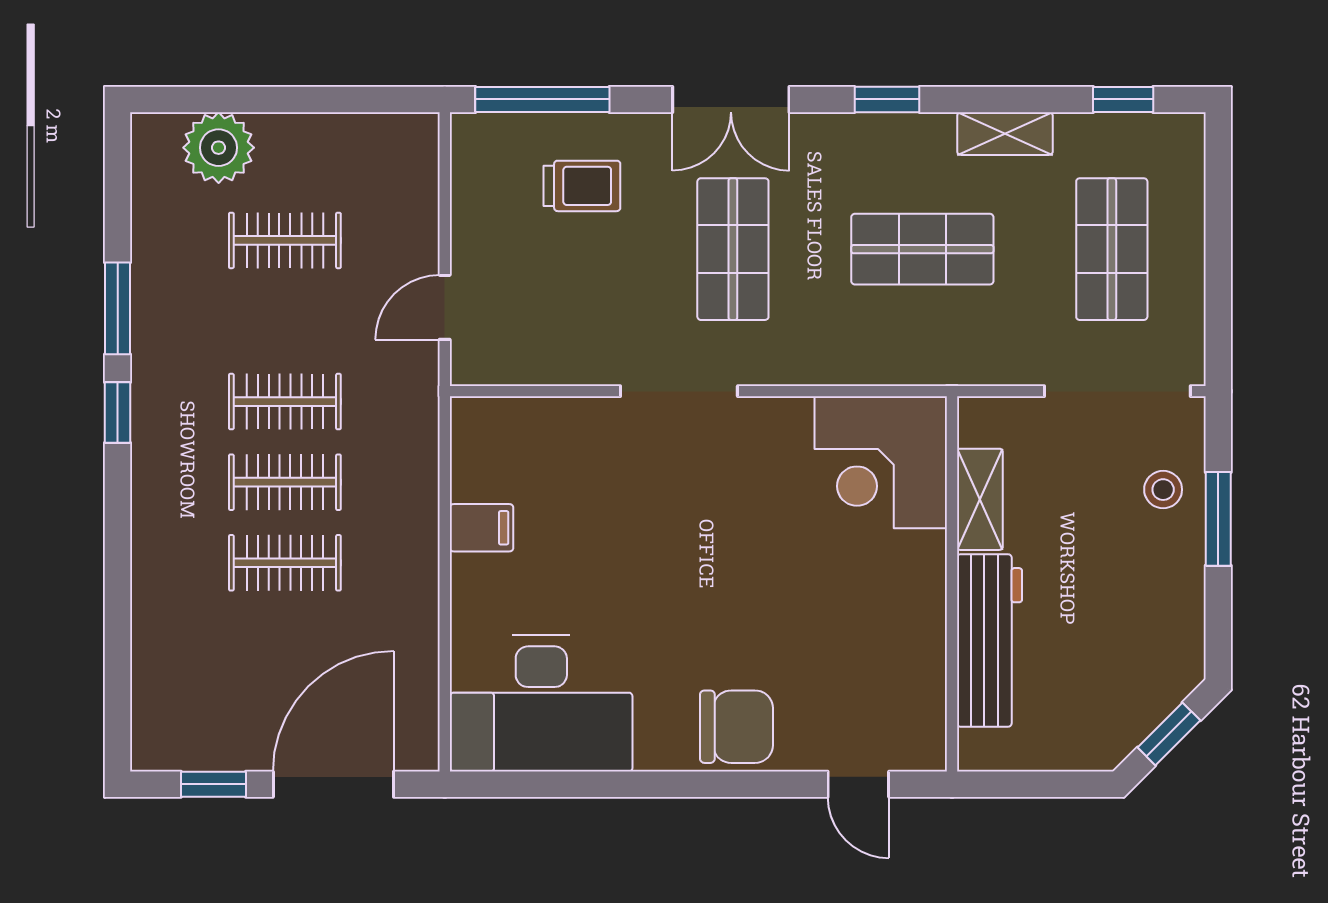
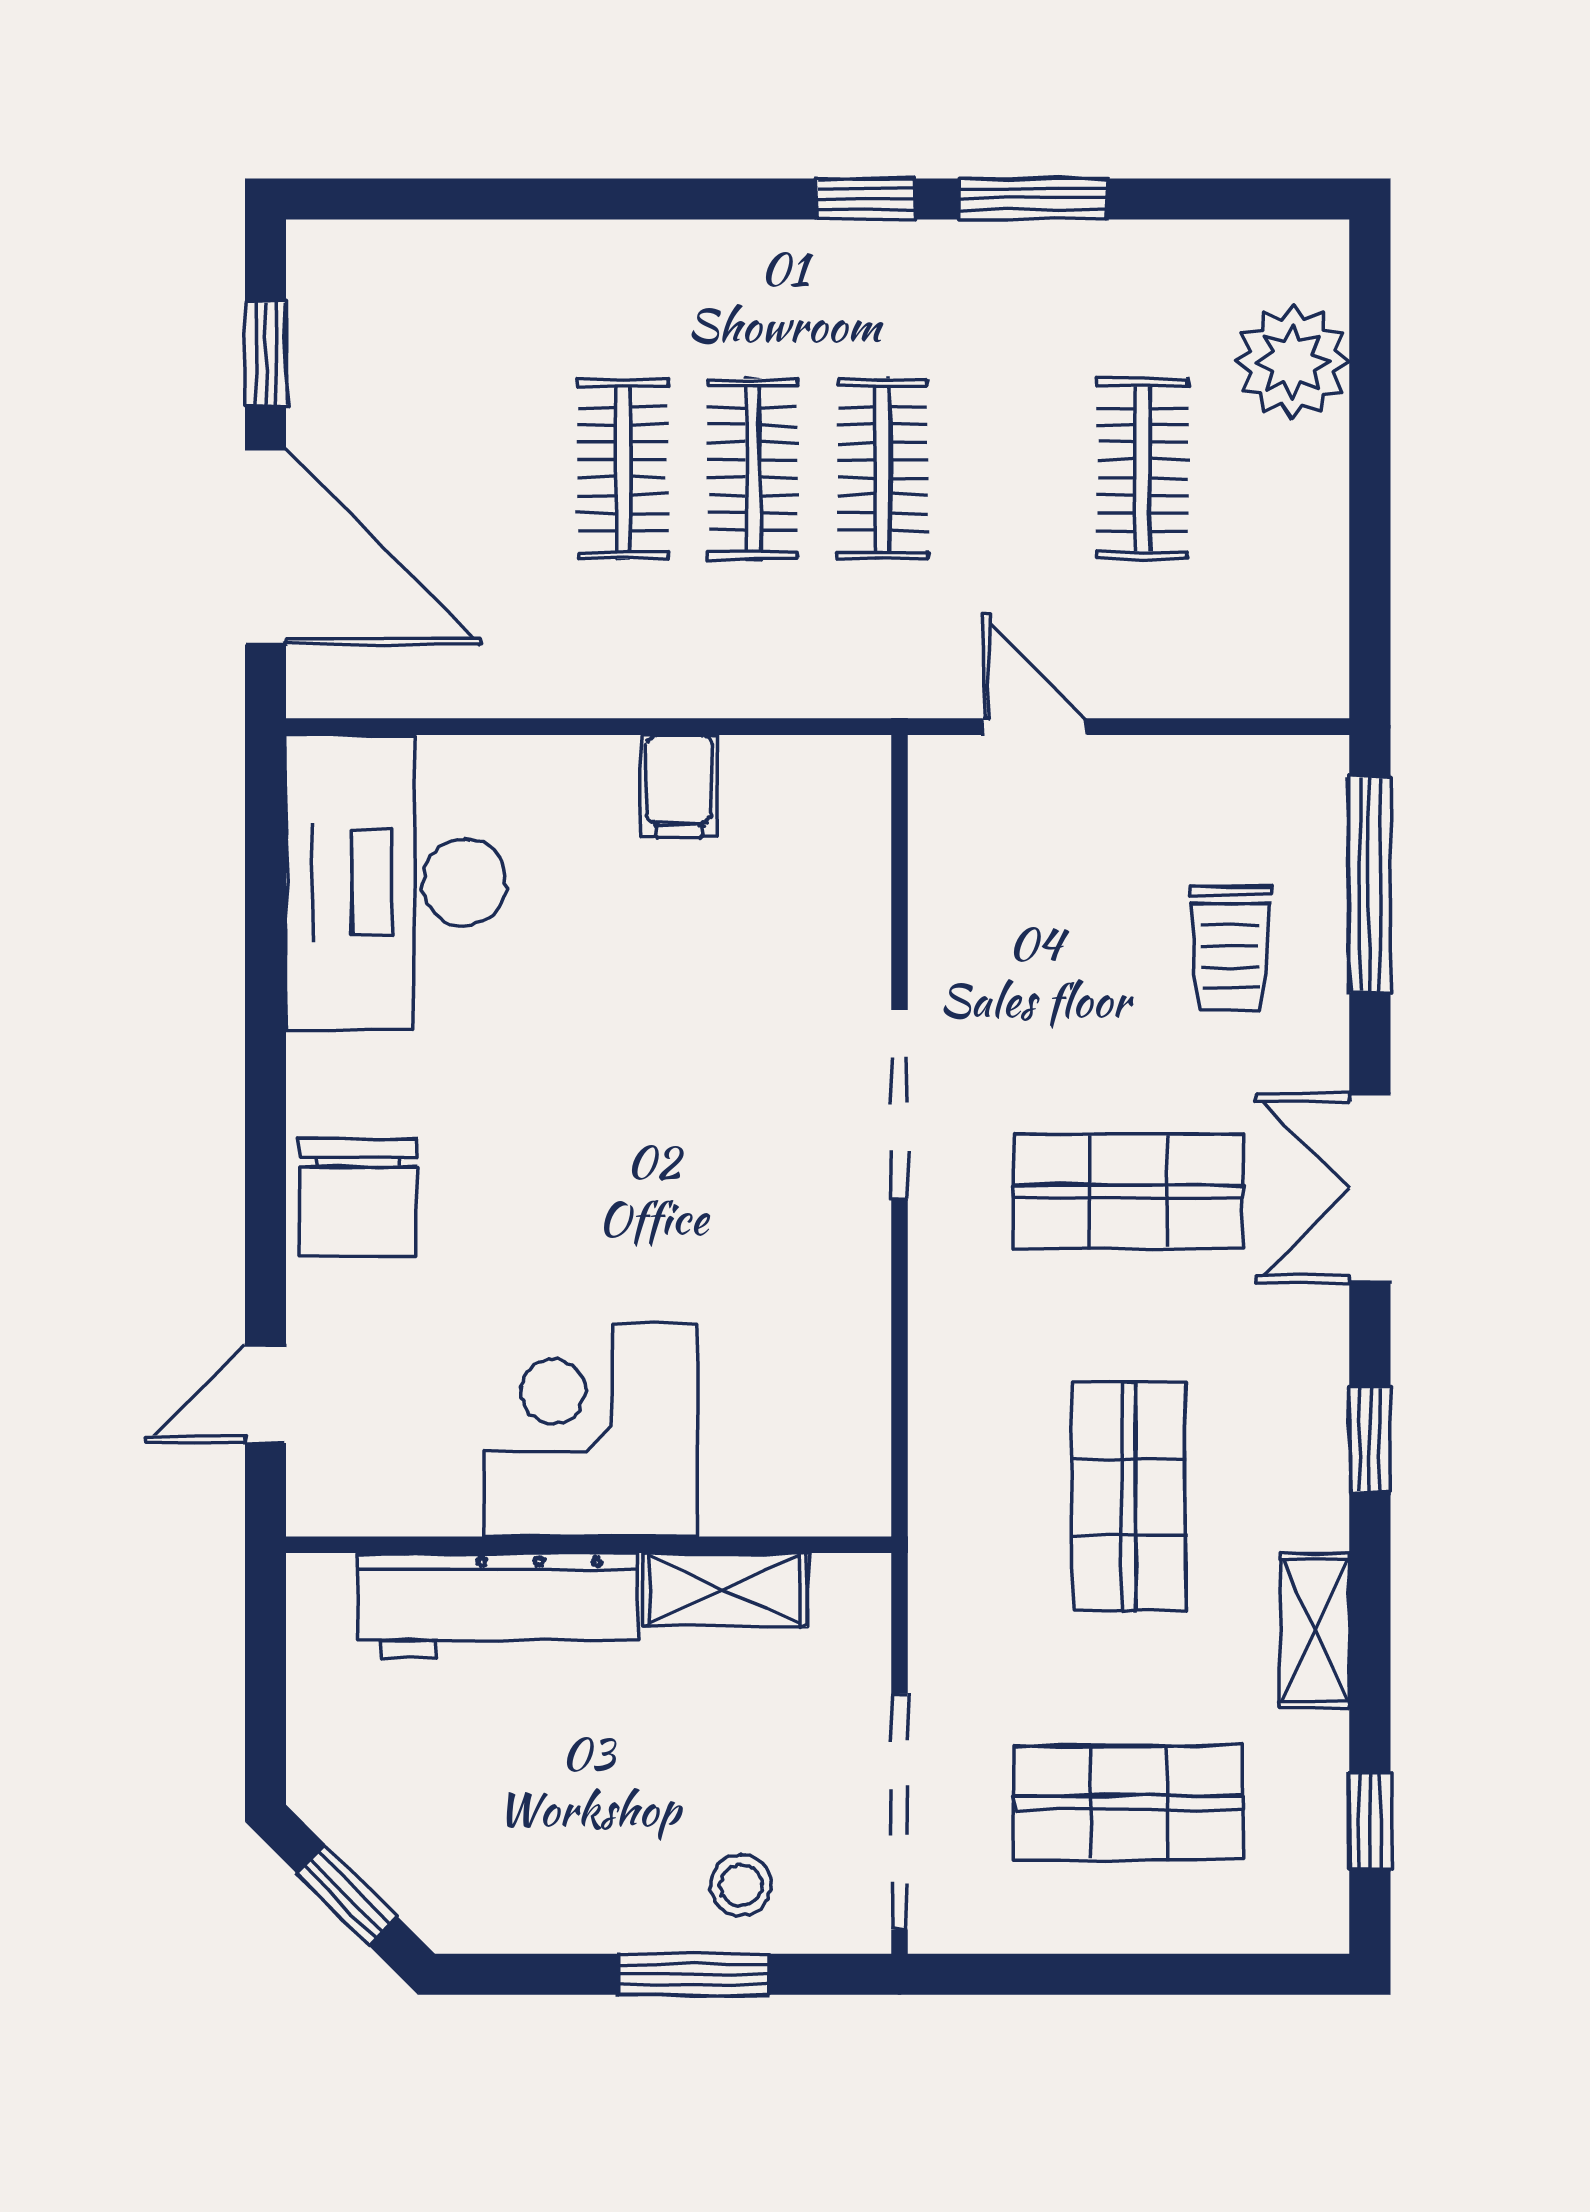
corner desk: (881, 462) -> (591, 1430), moved

